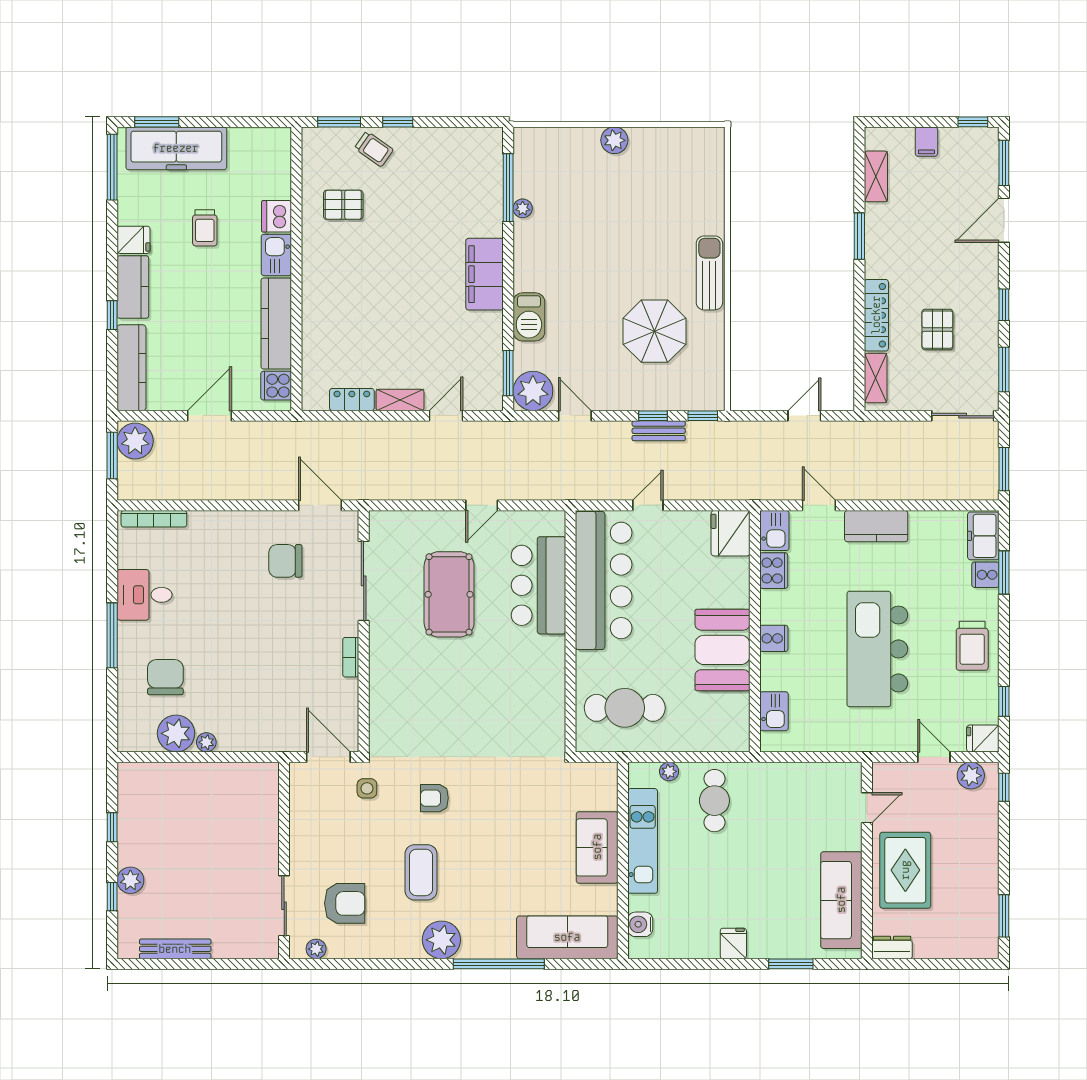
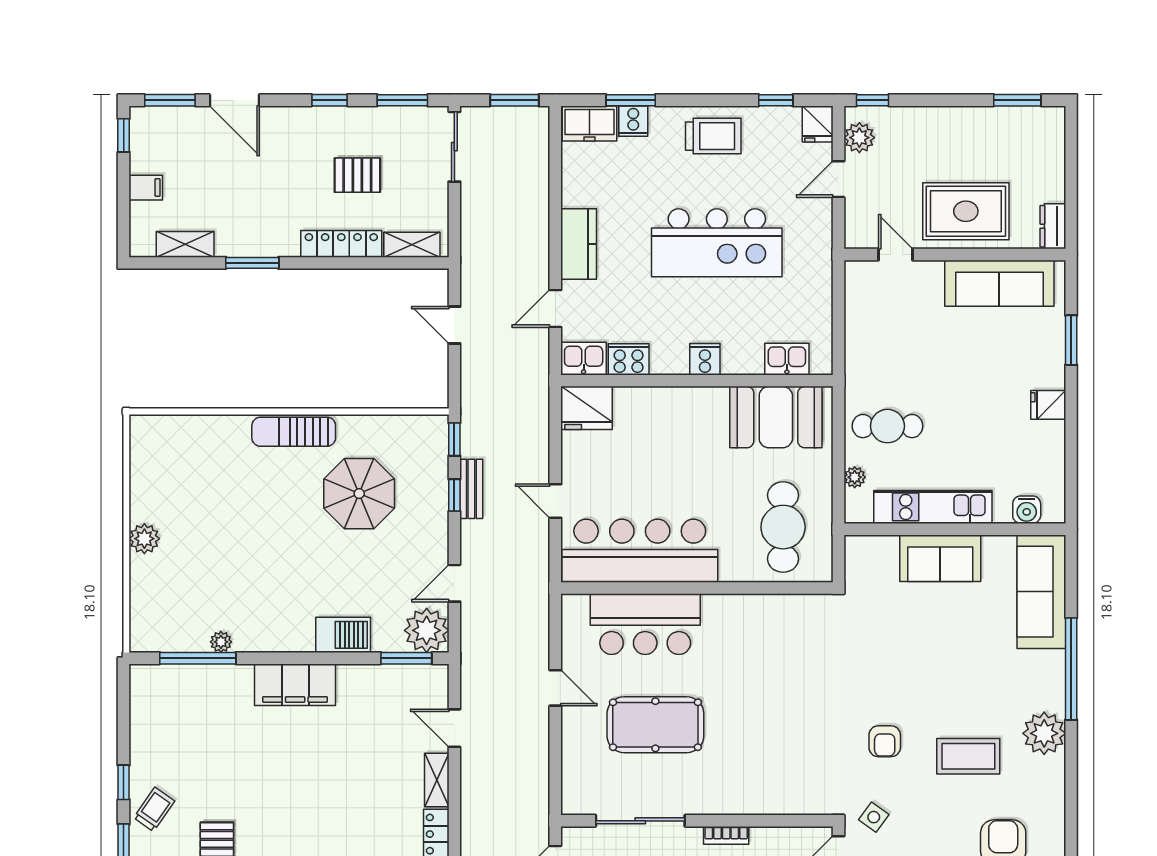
booth: (722, 650) -> (776, 417), moved
side table: (367, 788) -> (874, 817), turned 36

